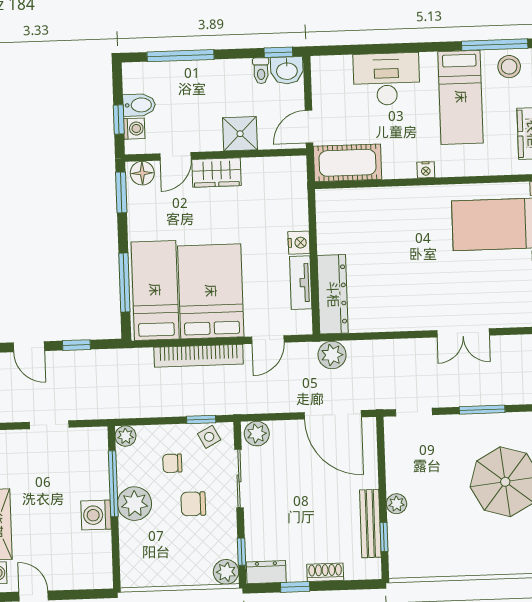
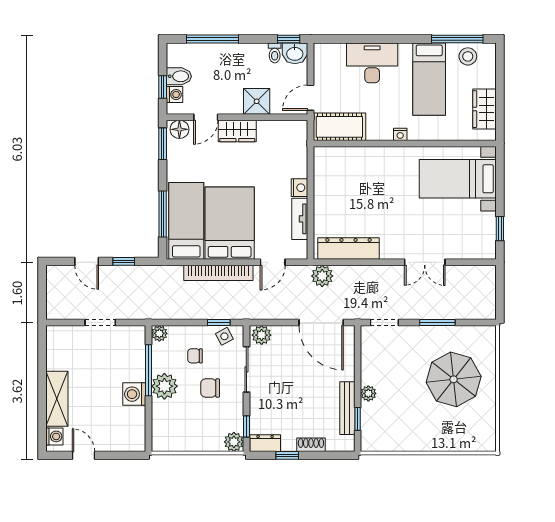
dresser: (333, 294) -> (348, 249), moved, turned -90

